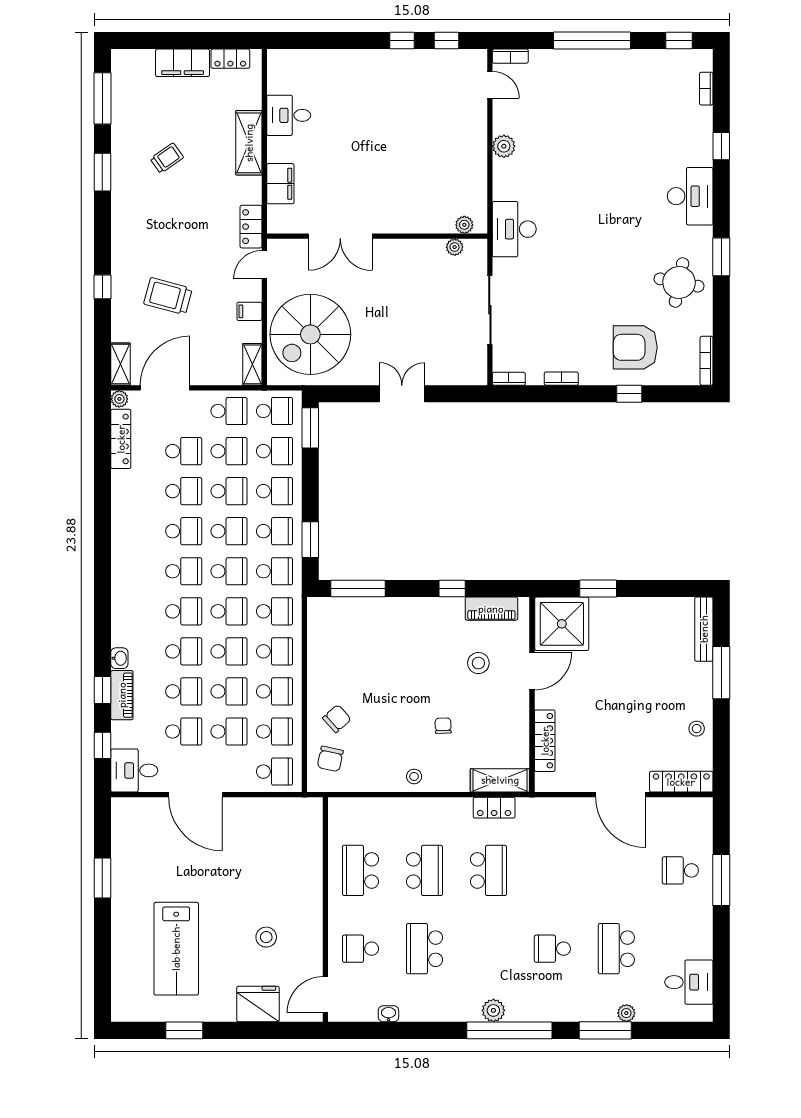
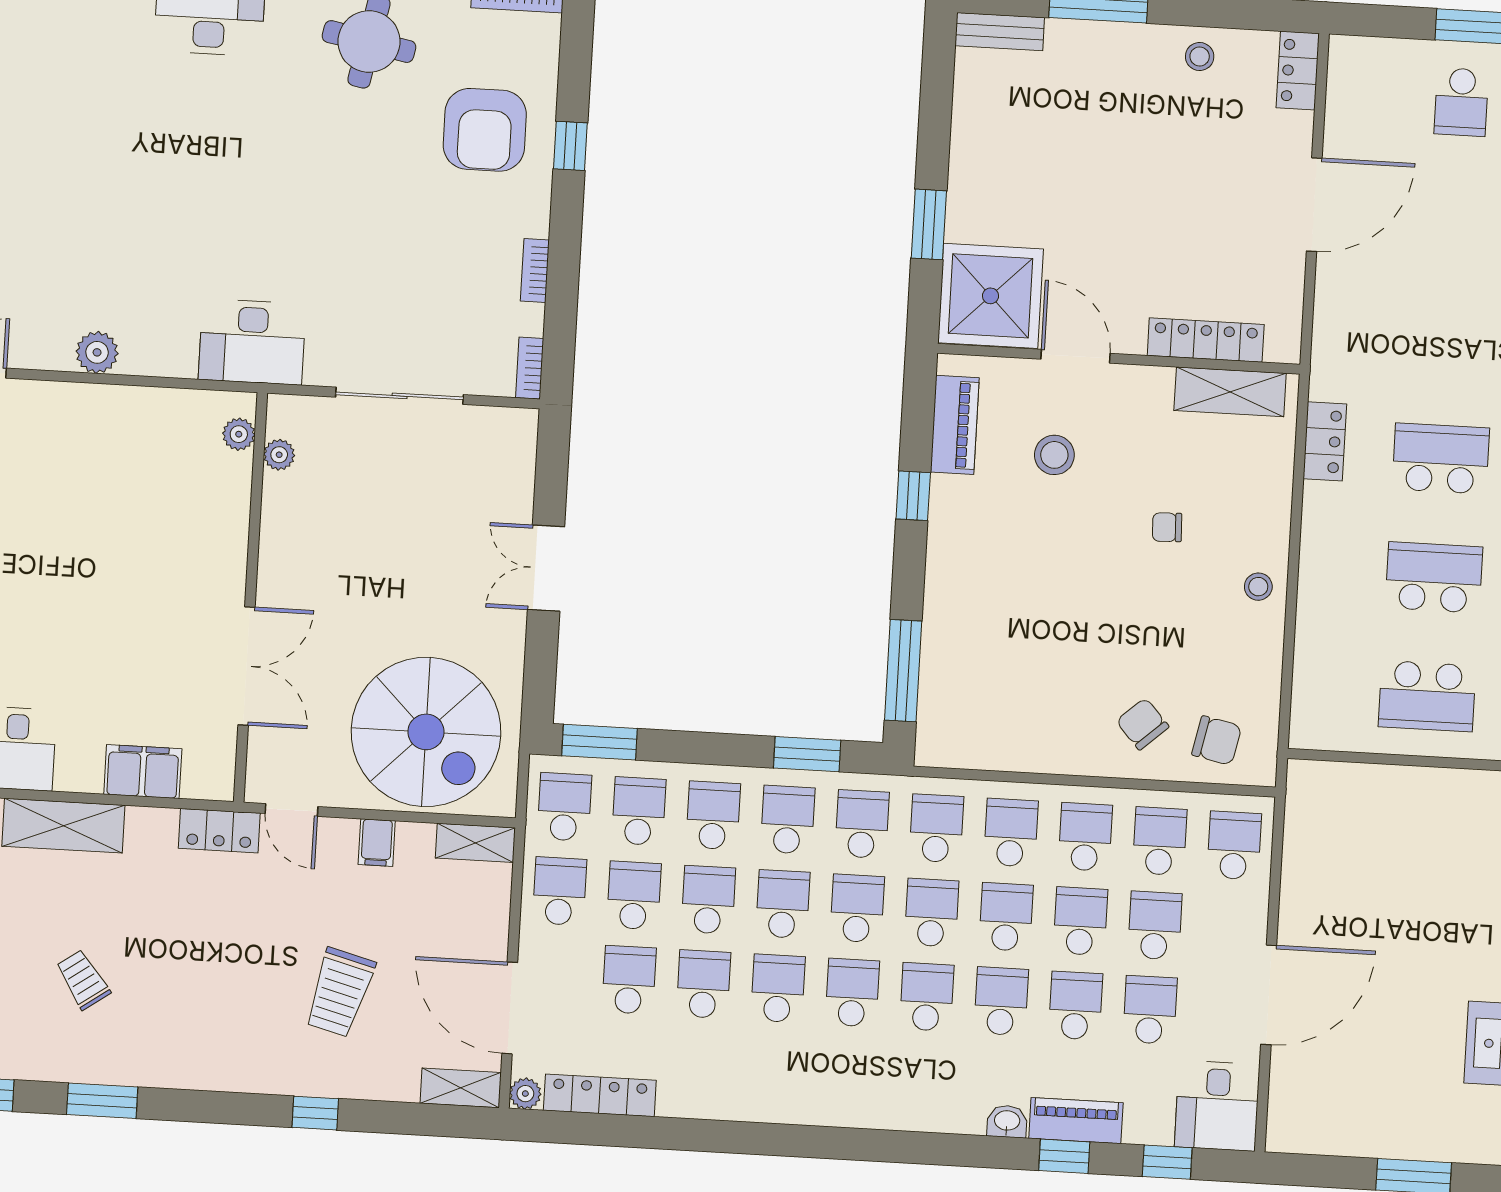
bench: (704, 629) -> (1000, 32), width x0.73
shelving: (500, 780) -> (1230, 392), moved, turned 90
locker: (681, 782) -> (1298, 71), width x0.66

